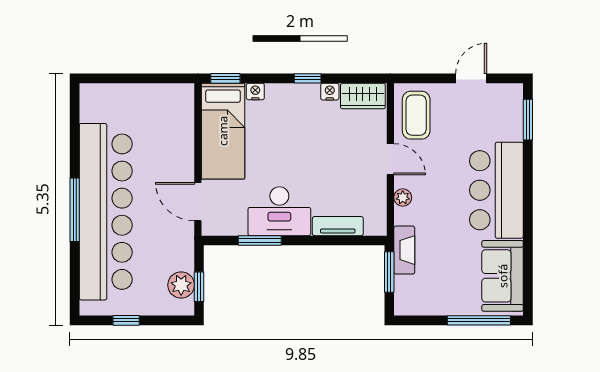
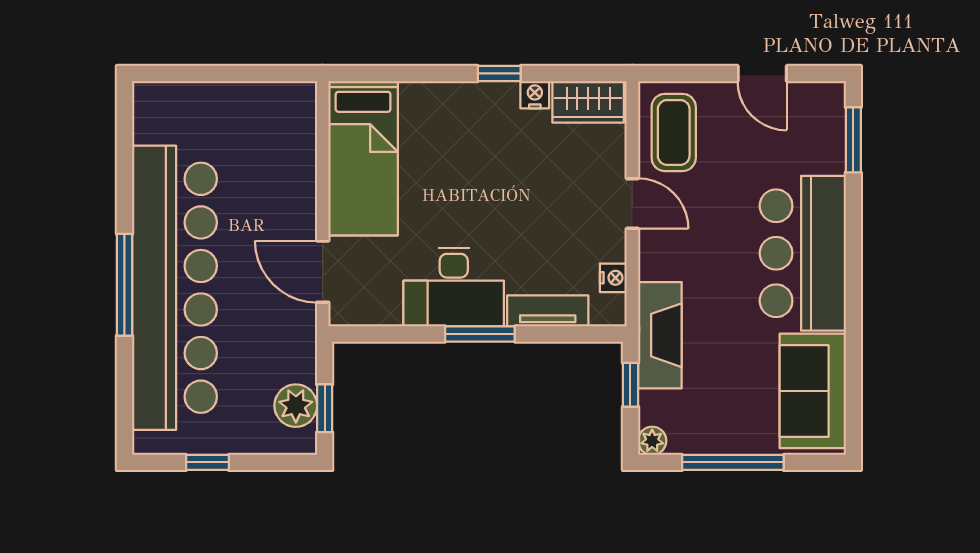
window: (225, 78) -> (367, 73), removed
door: (471, 78) -> (762, 73), swing flipped
nightstand: (255, 91) -> (613, 278), moved, turned 90
plant: (403, 197) -> (652, 441), moved
window: (260, 240) -> (480, 334), moved
fireplace: (404, 250) -> (660, 335), width x1.37, depth x1.32
window: (389, 272) -> (630, 385), width x0.67
window: (479, 320) -> (733, 462), moved

